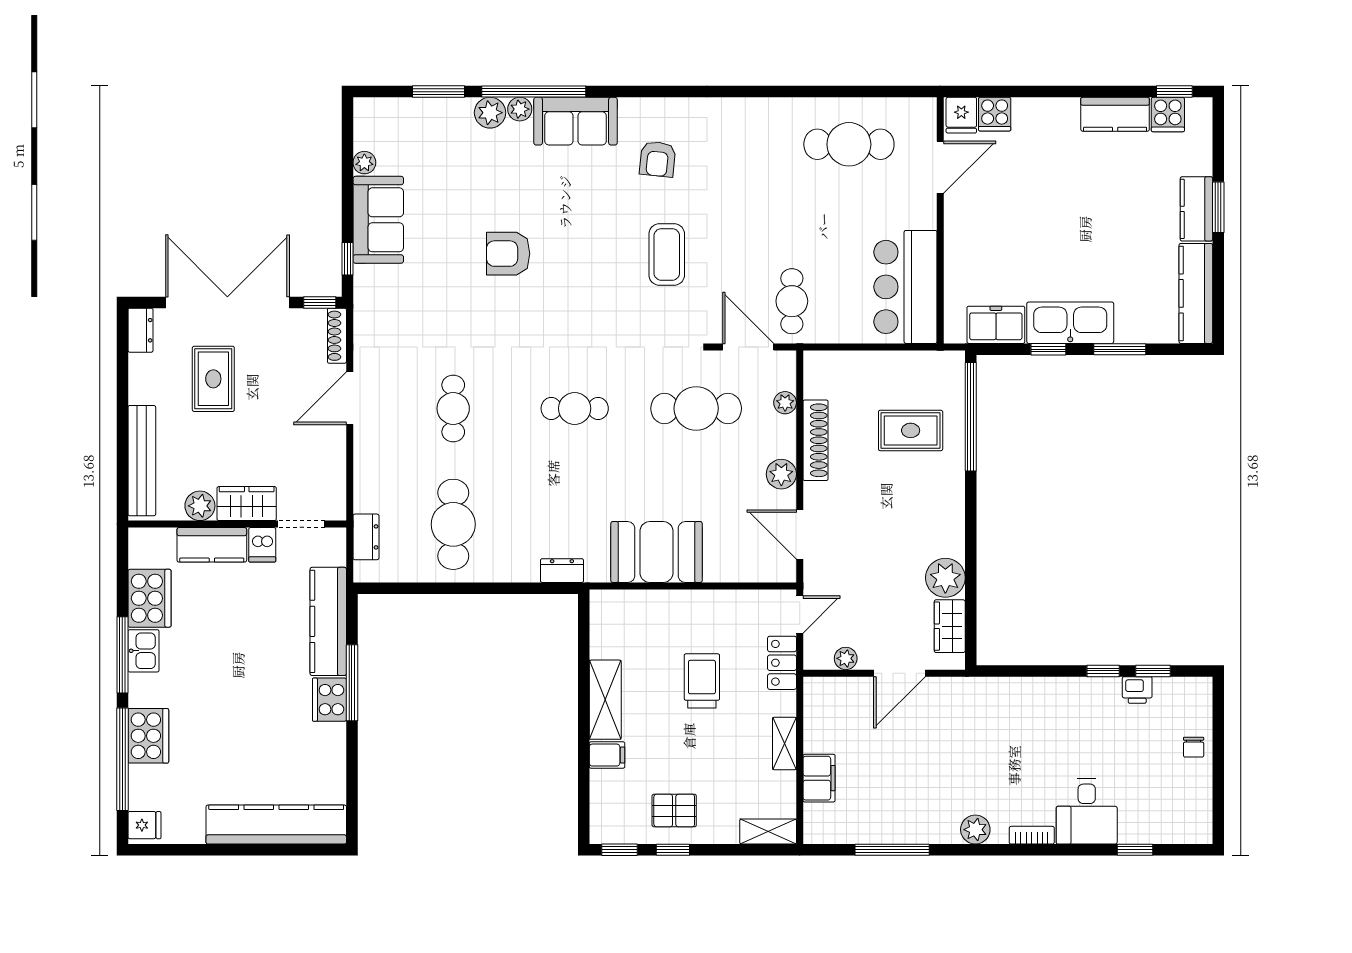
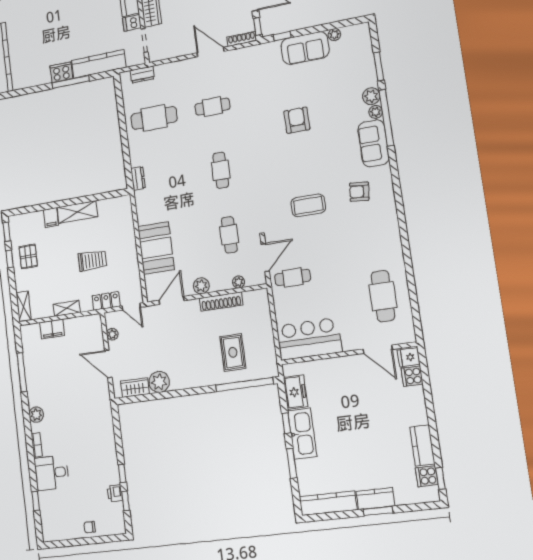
cafe table: (696, 408) -> (229, 235), width x0.73, depth x0.74
booth: (656, 552) -> (156, 248), moved

